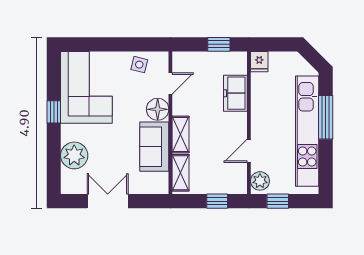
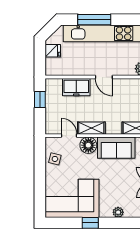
fridge: (259, 62) -> (53, 51), moved
shelving: (181, 135) -> (91, 128), moved
door: (249, 151) -> (104, 77), moved
plant: (74, 155) -> (118, 212), width x0.53, depth x0.53

